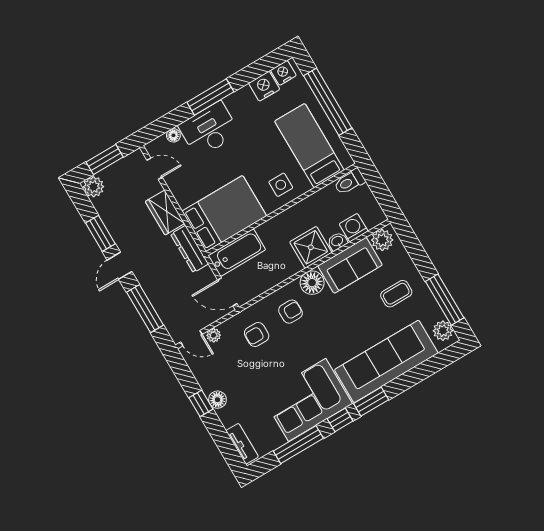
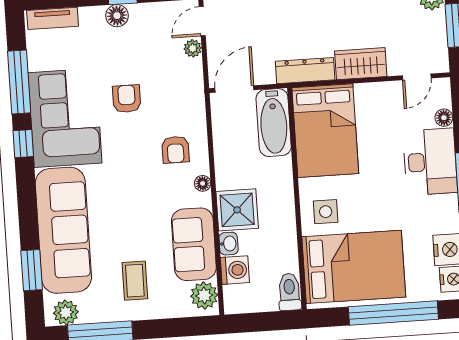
bed: (309, 146) -> (354, 267), width x1.50
floor lamp: (312, 283) -> (203, 183), width x0.53, depth x0.53
armchair: (257, 335) -> (127, 99), moved
window: (371, 402) -> (32, 270), moved

